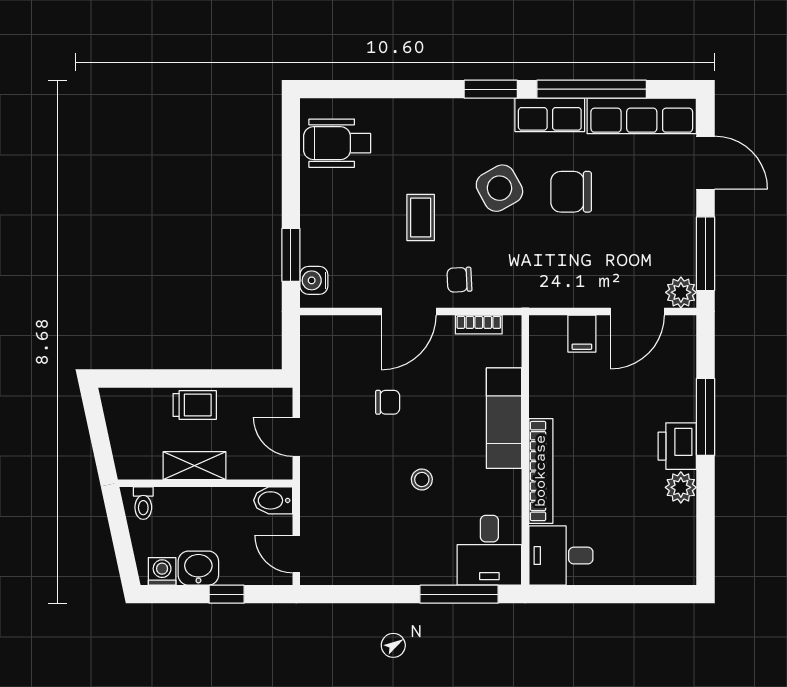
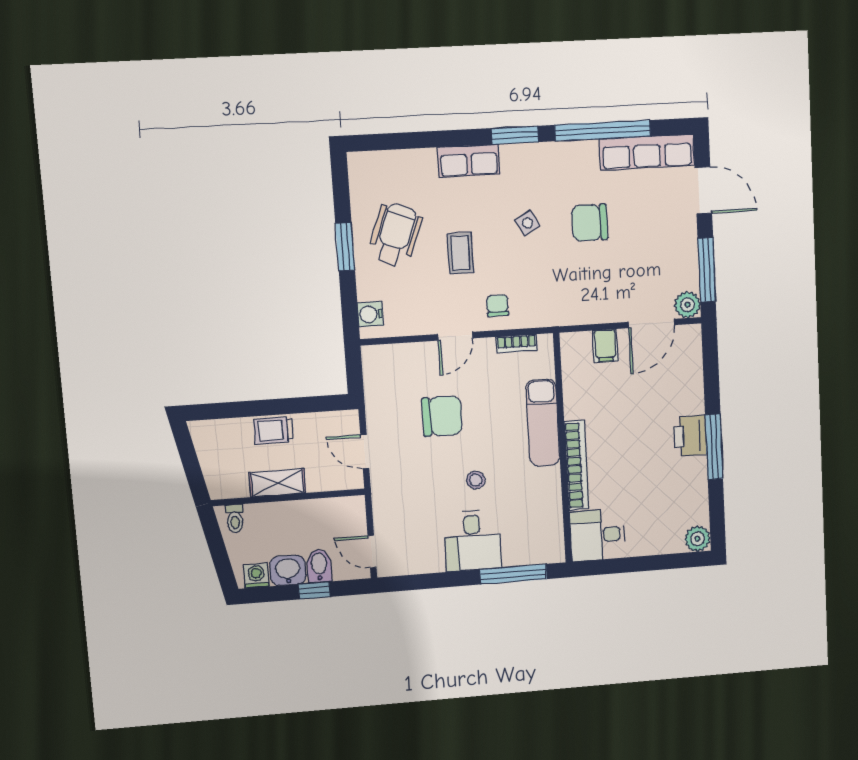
row of seats: (550, 115) -> (469, 161), moved
wheelchair: (337, 143) -> (395, 235), moved, turned 111
side table: (499, 188) -> (527, 223), width x0.54, depth x0.54
window: (291, 255) -> (345, 247), moved
chair: (459, 280) -> (497, 306), turned 93
door: (409, 312) -> (455, 336), width x0.73
chair: (388, 402) -> (442, 416), width x1.87, depth x1.87
trolley: (195, 405) -> (273, 430), turned 180
window: (706, 417) -> (714, 447), moved
plant: (681, 487) -> (698, 539), moved
bidet: (273, 500) -> (319, 566), moved, turned 90
desk: (489, 550) -> (473, 540), moved

